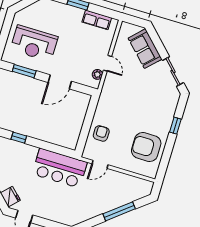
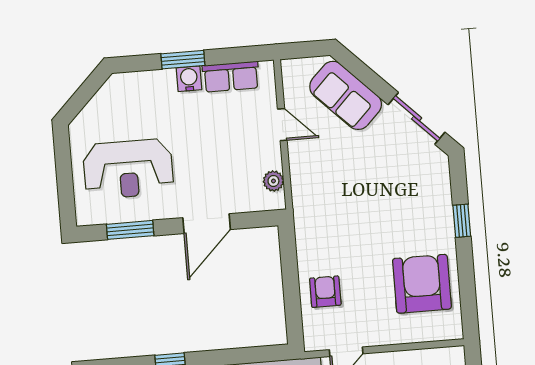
water cooler: (77, 13) -> (189, 79), added
door: (108, 63) -> (282, 125), moved
armchair: (146, 147) -> (422, 284), turned 90

